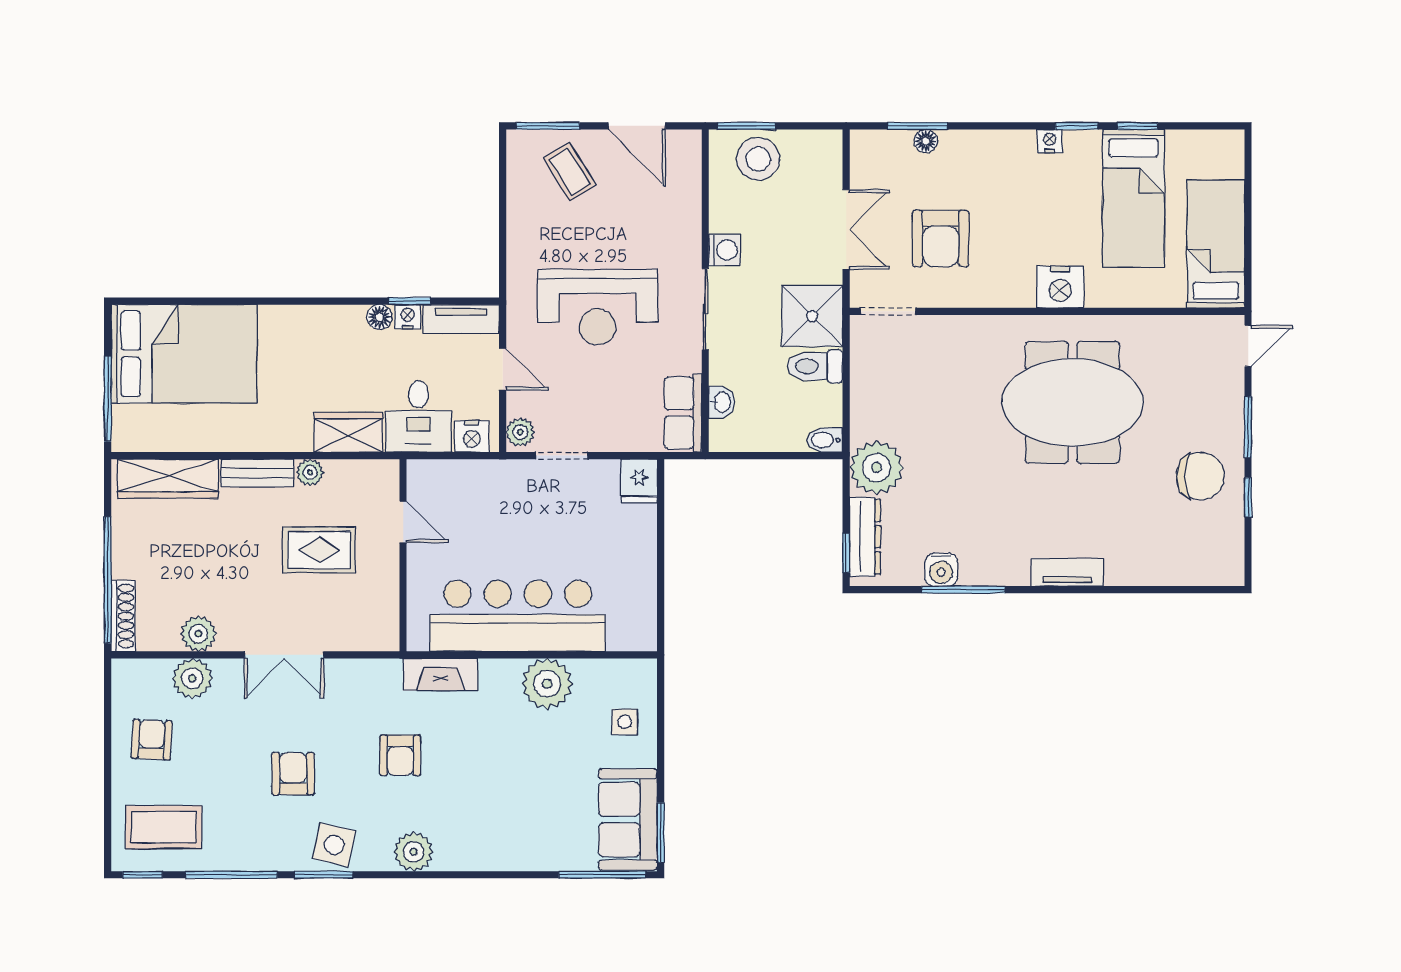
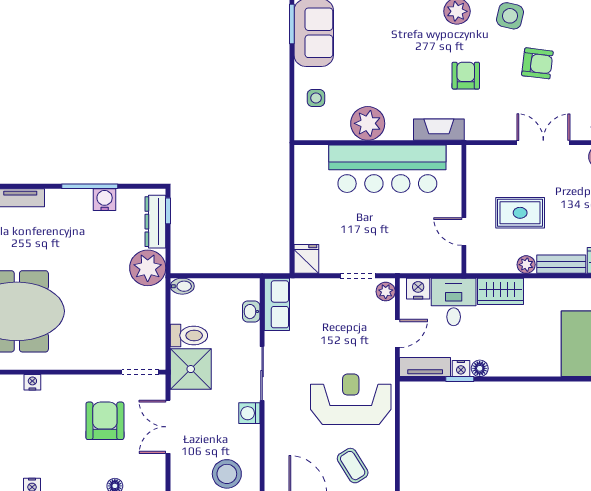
nightstand: (1060, 287) -> (32, 382), width x0.53, depth x0.56
reception desk: (598, 307) -> (351, 399), moved
door: (503, 369) -> (397, 334), swing flipped
armchair: (293, 774) -> (537, 63), turned -83

